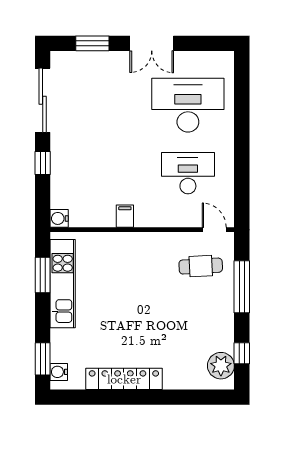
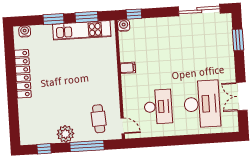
double door: (152, 43) -> (242, 96), moved
window: (43, 163) -> (134, 14), moved
door: (214, 230) -> (123, 126), hinge flipped
window: (43, 359) -> (54, 19), moved
plant: (221, 366) -> (65, 134), moved

